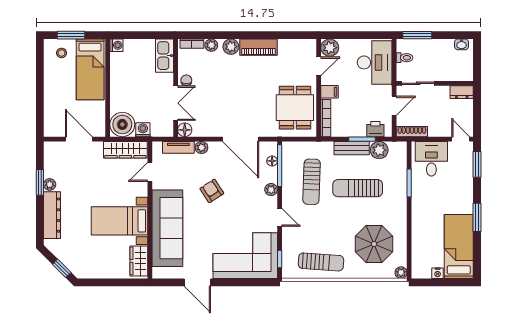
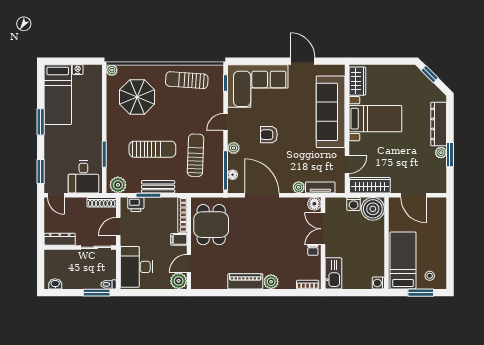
plant: (211, 45) -> (290, 283), removed
toilet: (405, 58) -> (109, 284), moved
dresser: (462, 92) -> (60, 239), width x1.44
plant: (379, 150) -> (118, 185), moved
armchair: (212, 191) -> (269, 135), moved, turned 123
door: (280, 217) -> (226, 122), hinge flipped

